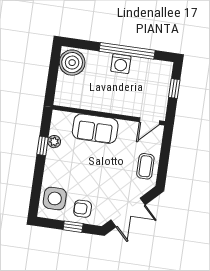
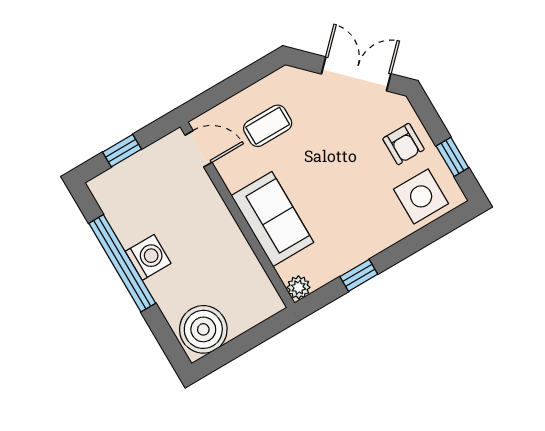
plant: (54, 142) -> (299, 287), moved
coffee table: (145, 166) -> (268, 126), moved
window: (73, 227) -> (452, 157), moved

